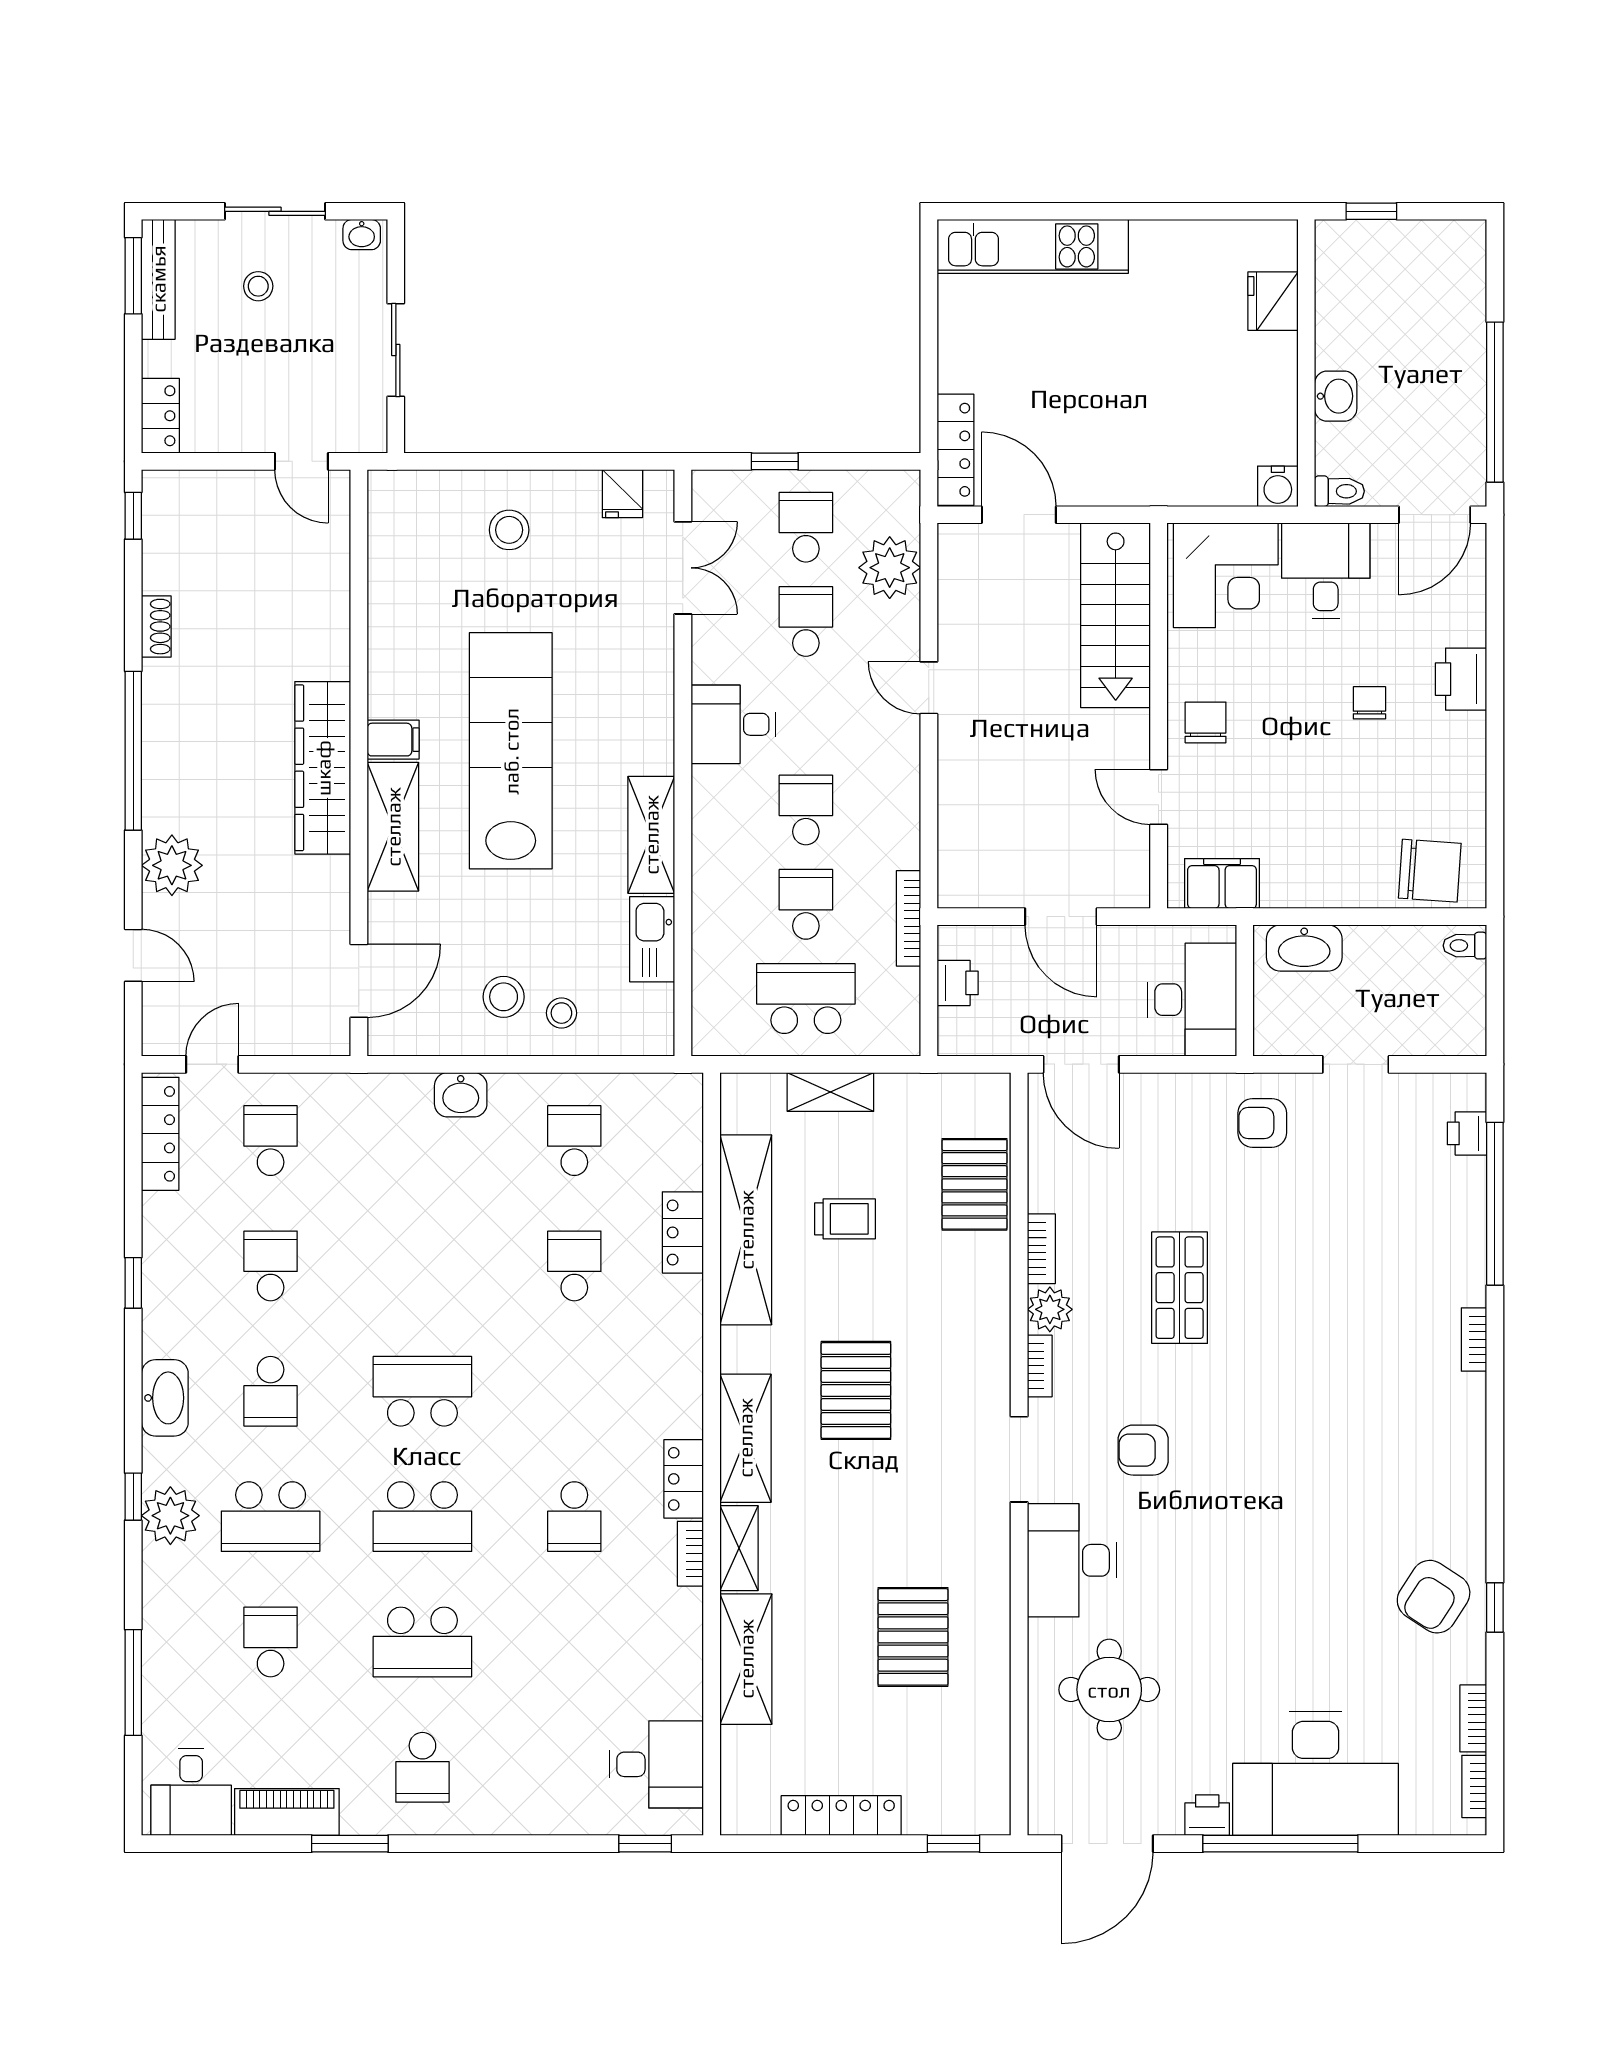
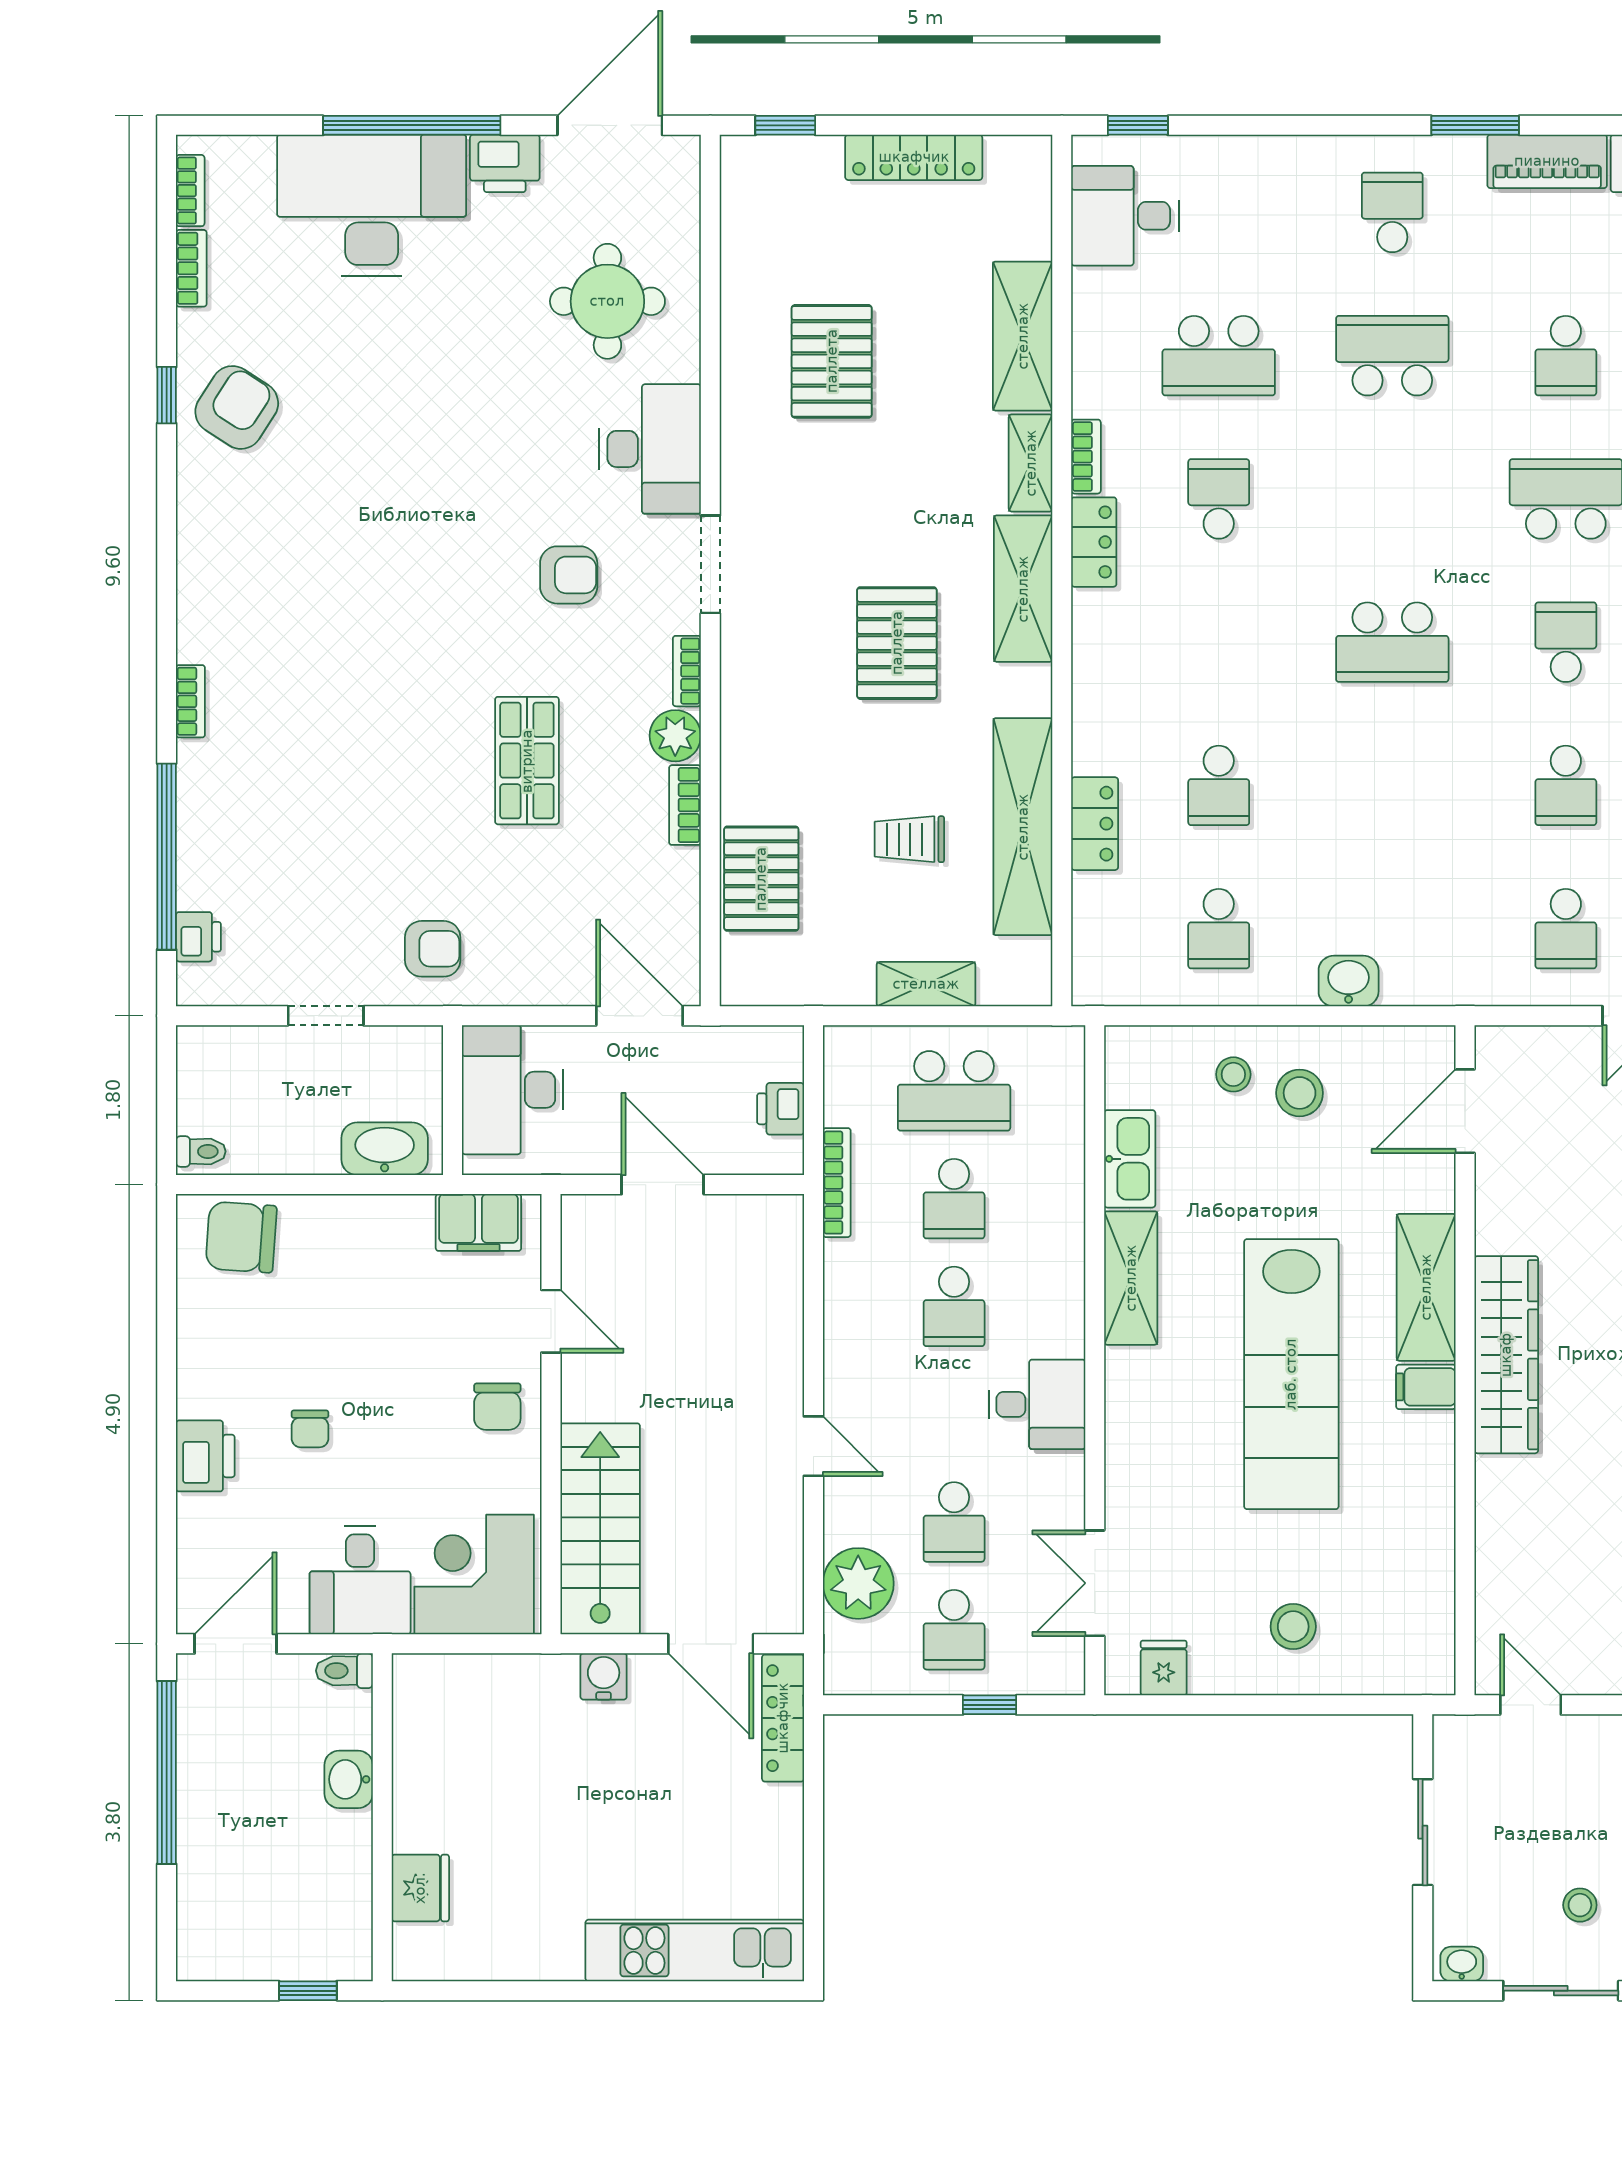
water cooler: (1278, 486) -> (604, 1676), moved
school desk: (422, 1517) -> (1219, 356), moved, turned 180
printer: (1207, 1815) -> (505, 163), width x1.36, depth x1.24

